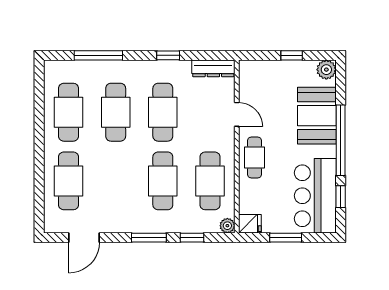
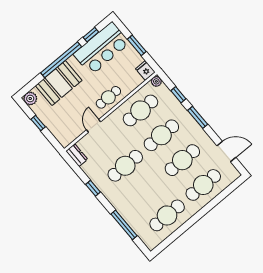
dresser: (213, 68) -> (77, 155), width x0.70
cafe table: (116, 112) -> (182, 160), moved

